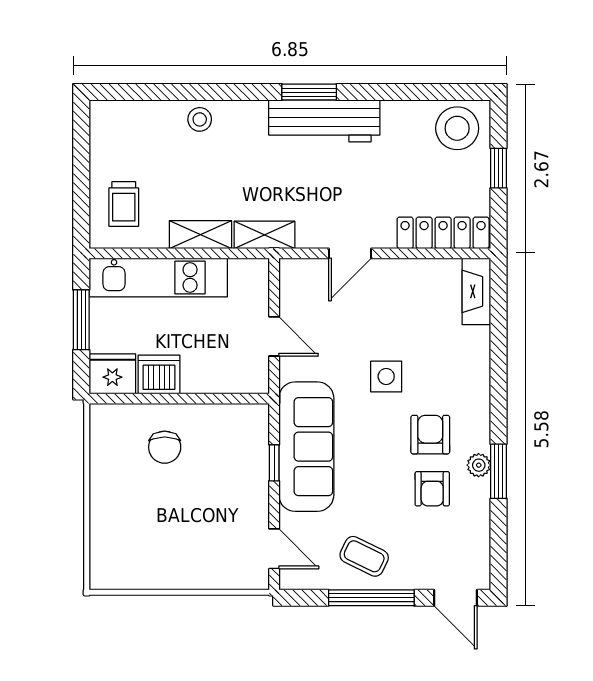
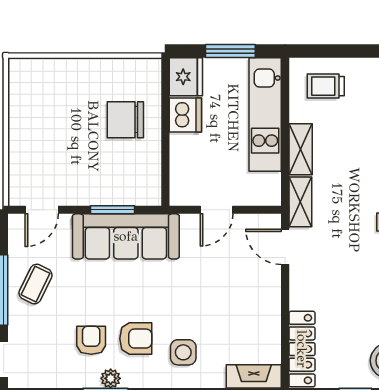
door: (350, 253) -> (285, 247), moved
side table: (386, 376) -> (183, 352), moved
chair: (165, 447) -> (125, 120), width x1.37, depth x1.37
window: (274, 463) -> (112, 210), width x1.50
armchair: (432, 489) -> (91, 340), turned 90

